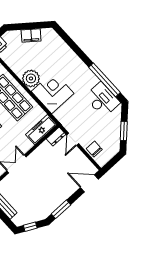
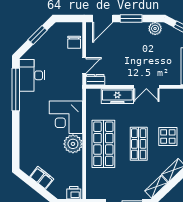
freezer: (41, 130) -> (117, 96), moved
door: (89, 183) -> (103, 19), hinge flipped
plant: (47, 209) -> (155, 29), added
window: (61, 209) -> (131, 19), moved

